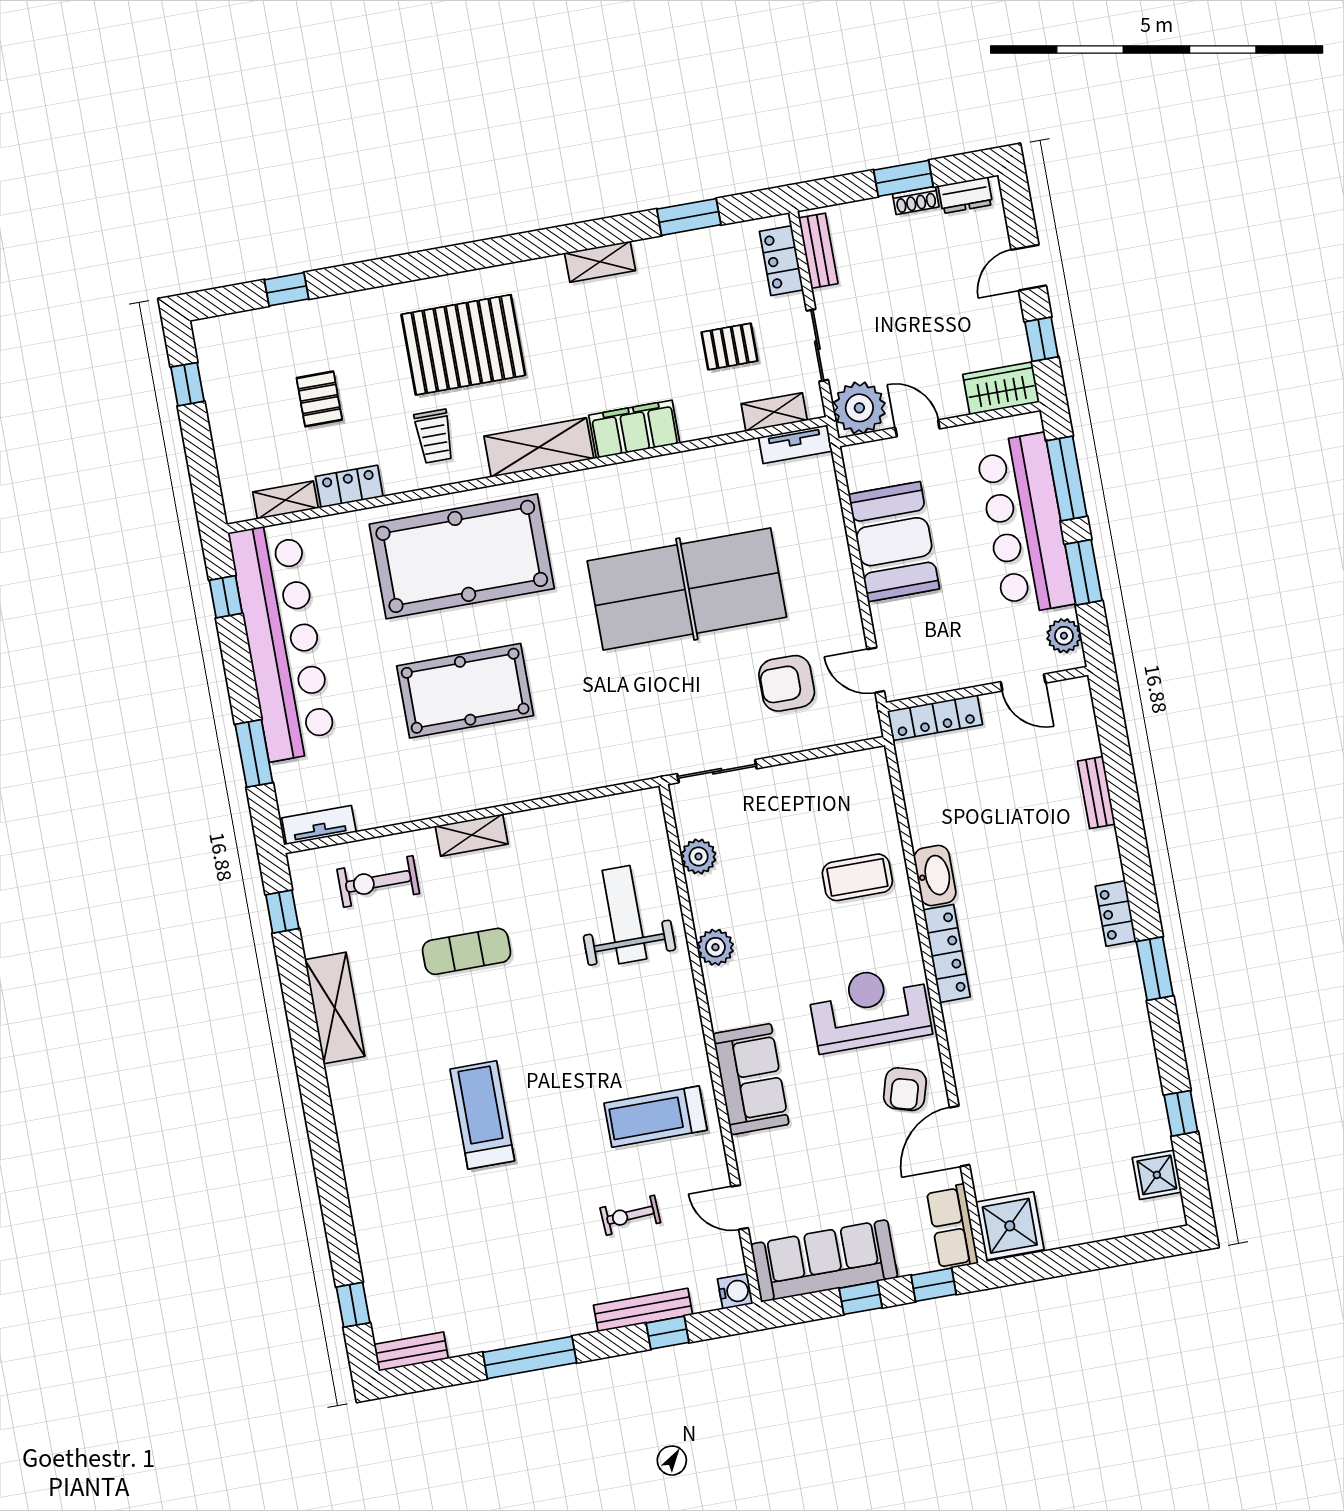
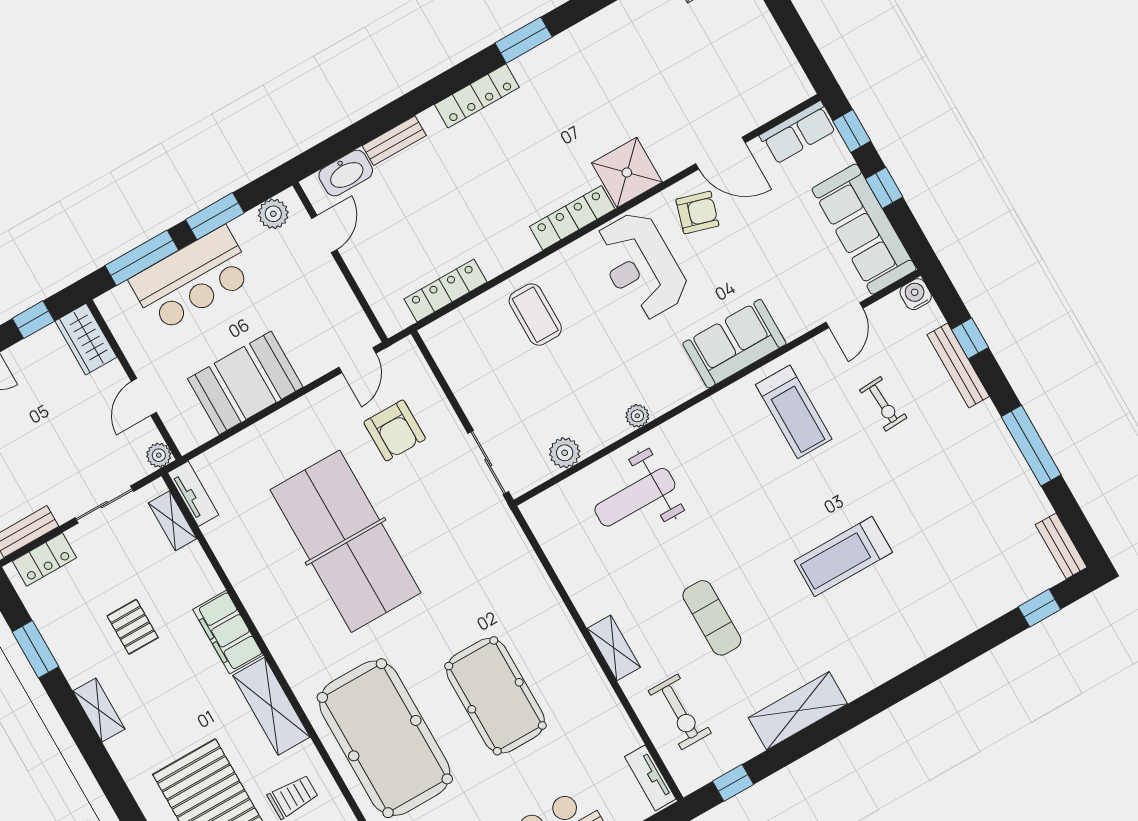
pallet: (730, 346) -> (133, 627), moved
plant: (859, 408) -> (159, 455), width x0.53, depth x0.53
bar counter: (1025, 524) -> (192, 279), width x0.73
locker: (935, 718) -> (446, 290), moved, turned -90
washbasin: (935, 875) -> (346, 173), moved, turned 180
locker: (1116, 913) -> (477, 96), width x1.53
plant: (715, 947) -> (637, 416), width x0.73, depth x0.73
shower: (1010, 1226) -> (627, 173), moved

